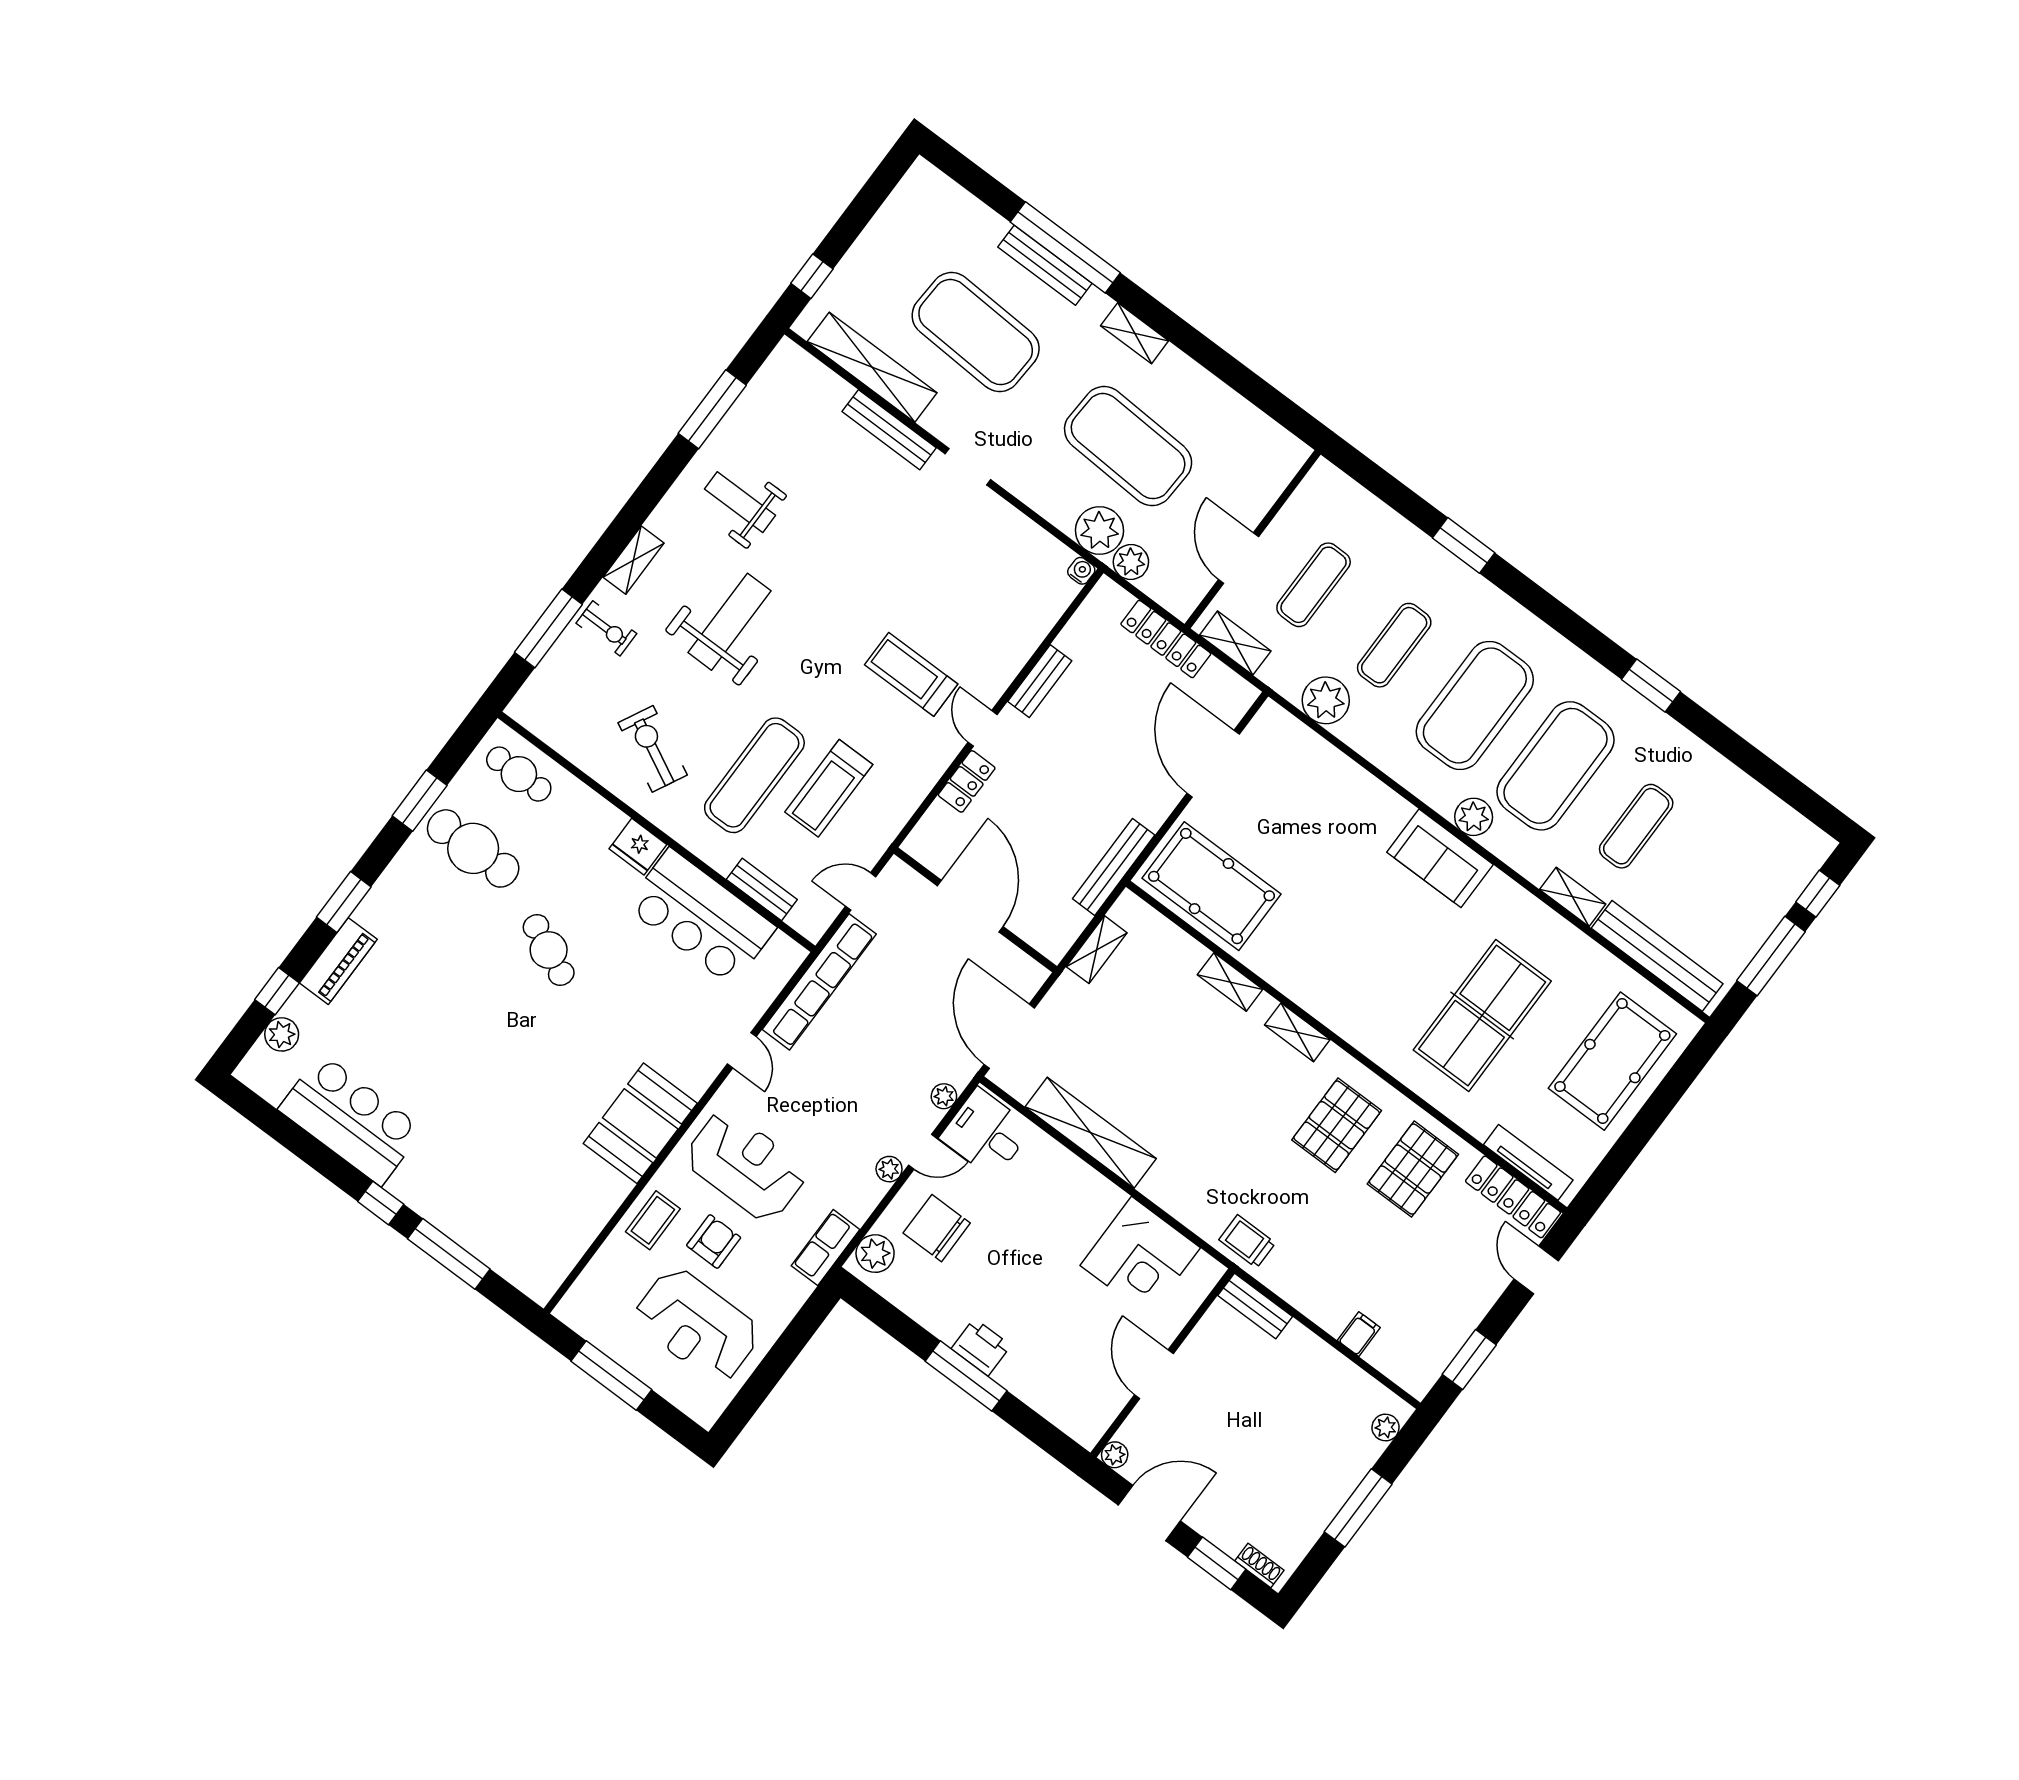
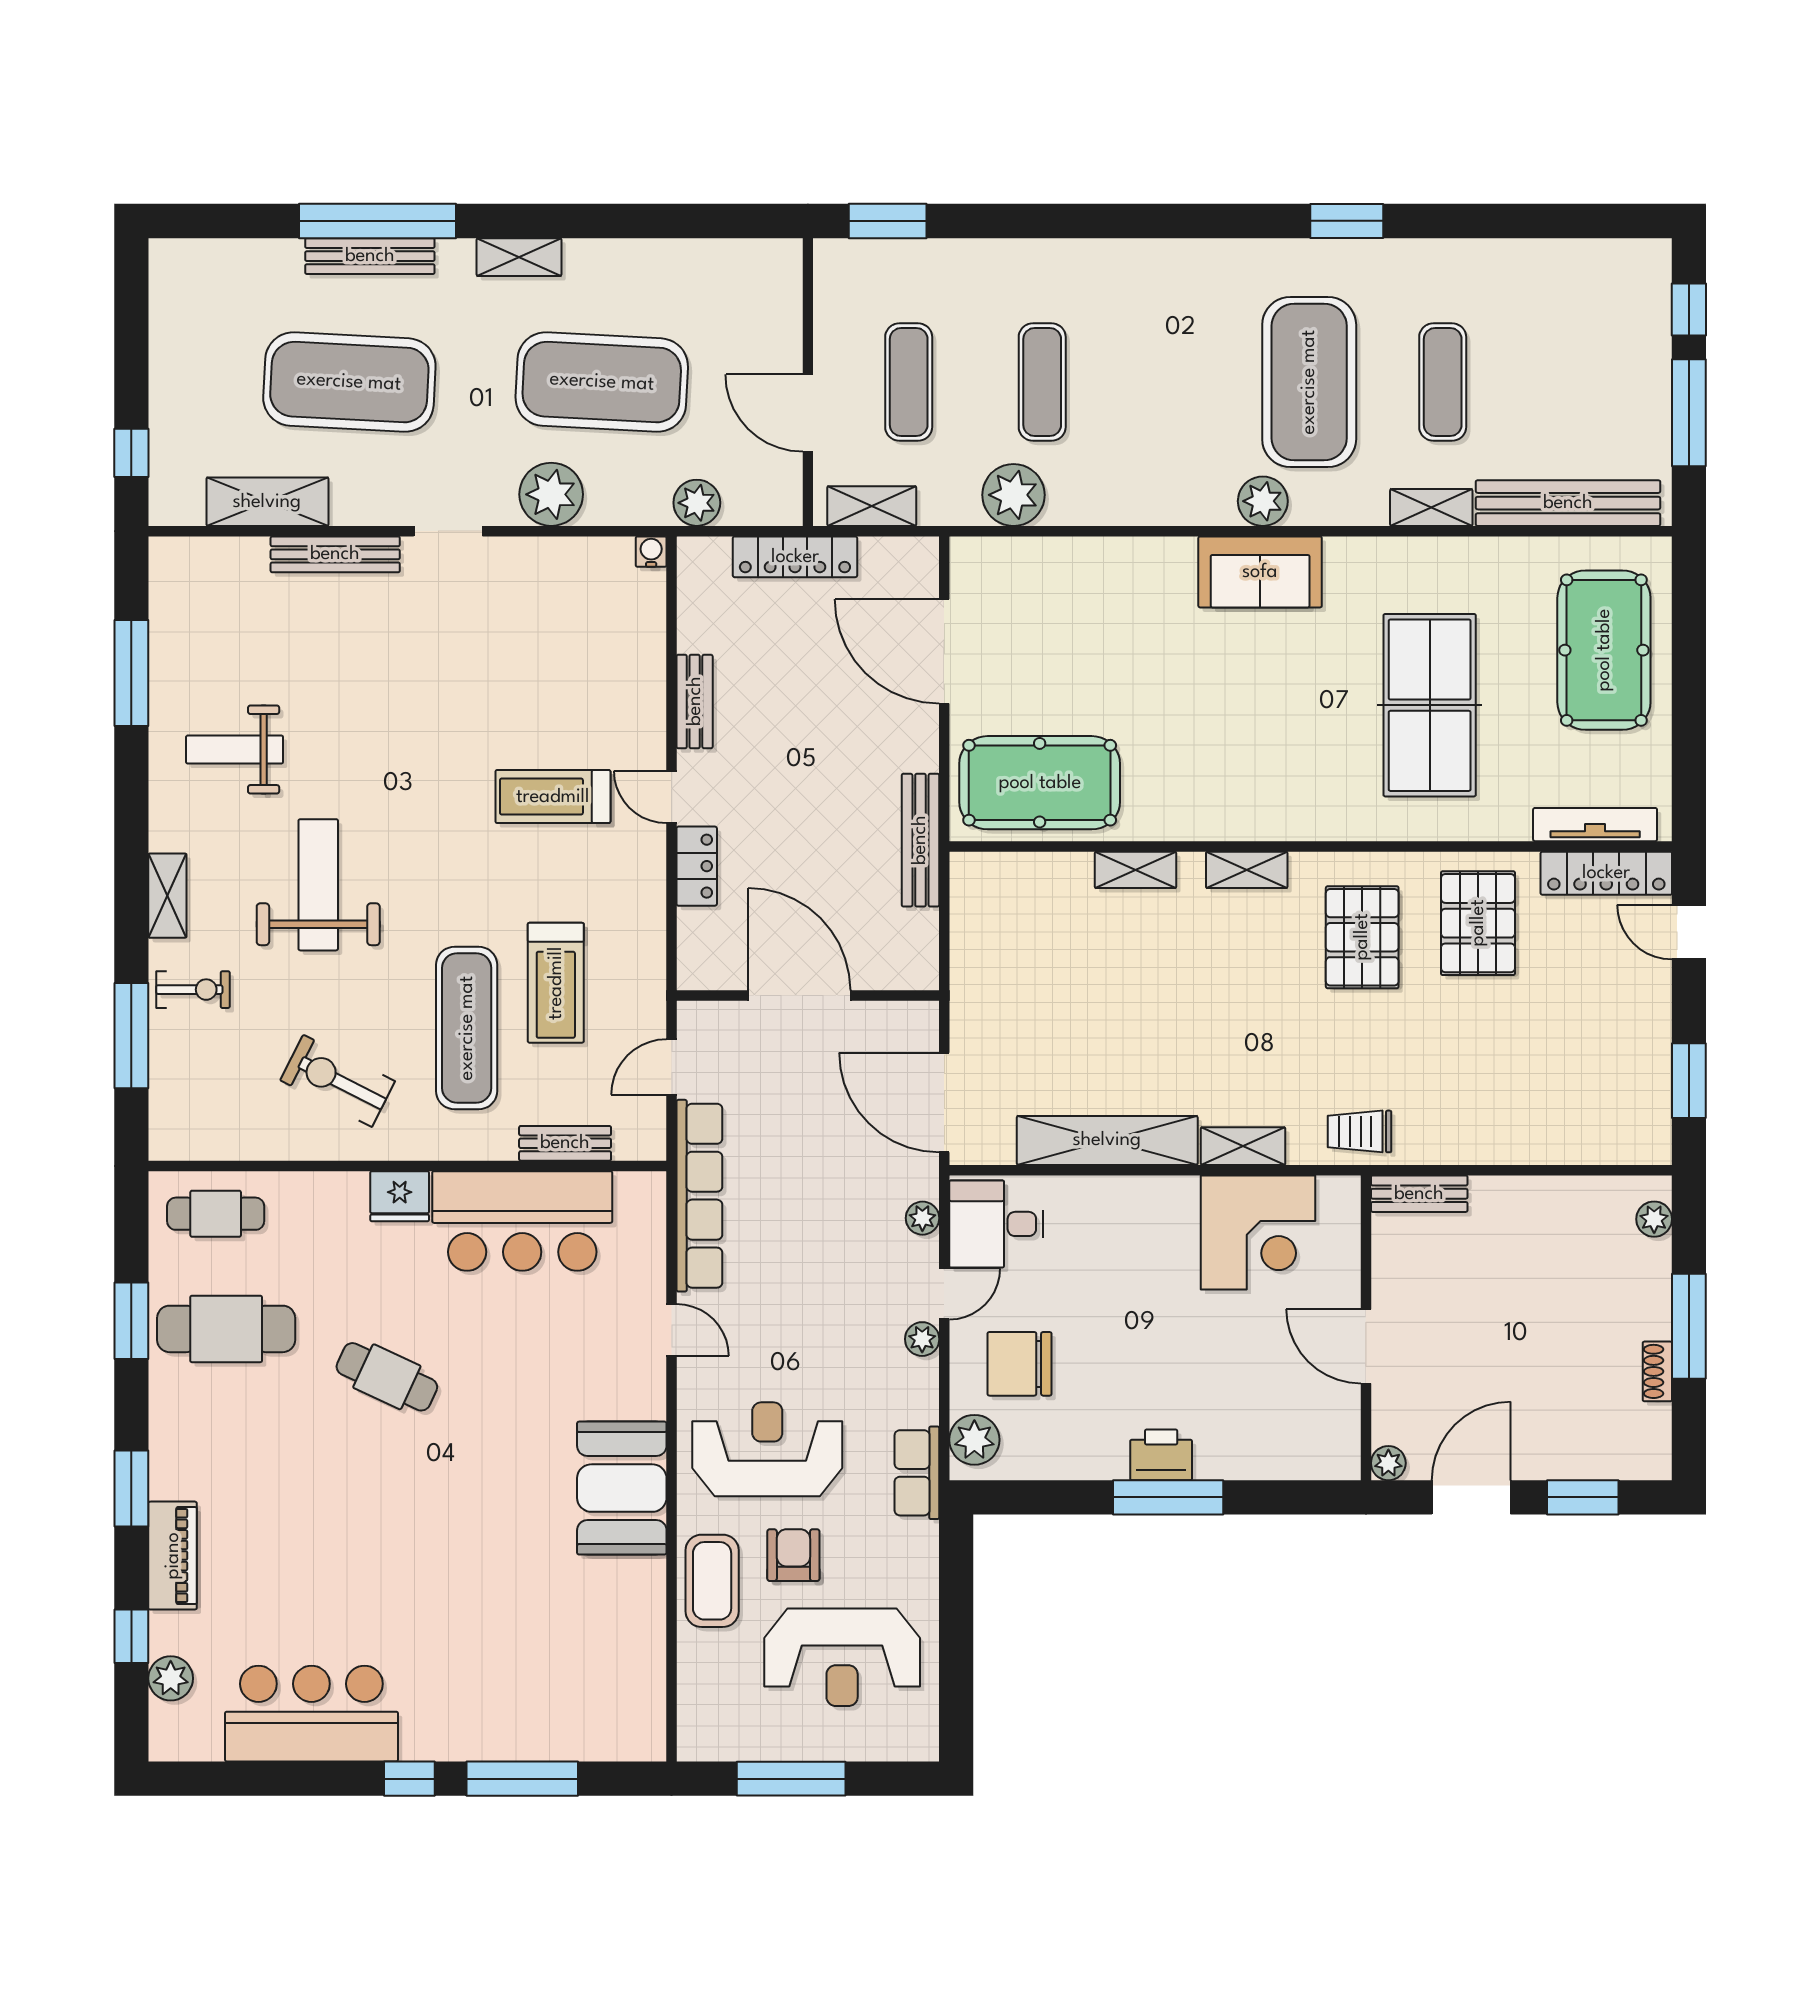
shelving: (872, 367) -> (267, 502), width x0.68
plant: (1099, 531) -> (551, 494), moved
window: (1464, 545) -> (888, 221), moved
exercise mat: (1475, 705) -> (1176, 382), removed
shelving: (1097, 950) -> (1243, 1146), moved, turned 90
coffee table: (653, 1220) -> (712, 1581), width x1.36, depth x1.30
filing cabinet: (1359, 1334) -> (1551, 1141), removed
shoe rack: (1259, 1566) -> (1657, 1371), moved, turned -90

